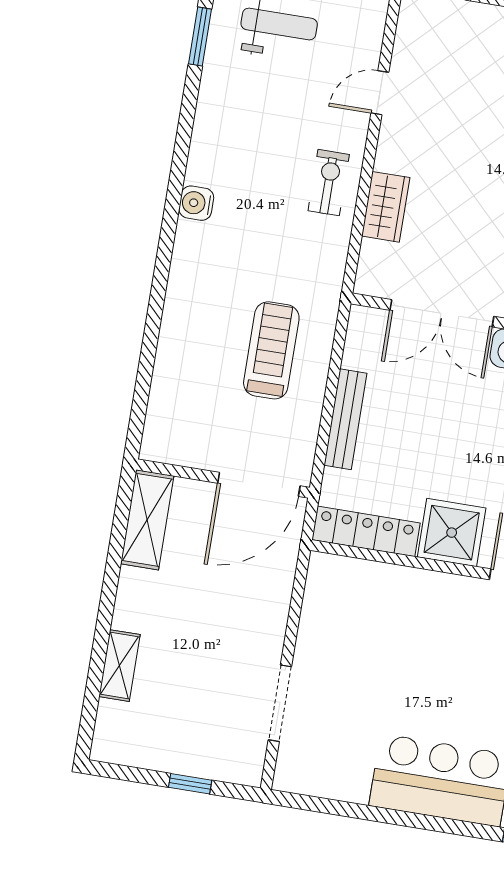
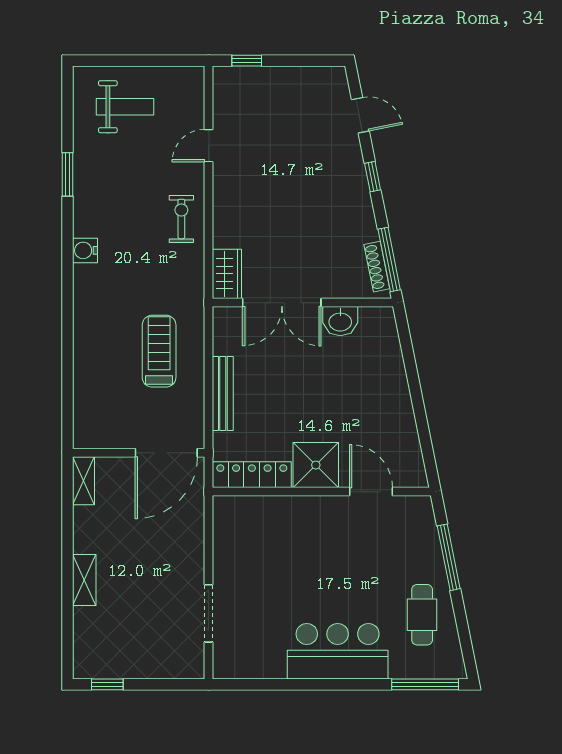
window: (200, 37) -> (68, 174), moved
wardrobe: (386, 207) -> (227, 274), moved
shelving: (147, 520) -> (84, 481), width x0.67, depth x0.75
shelving: (119, 666) -> (84, 580), moved
window: (190, 784) -> (107, 684), moved

